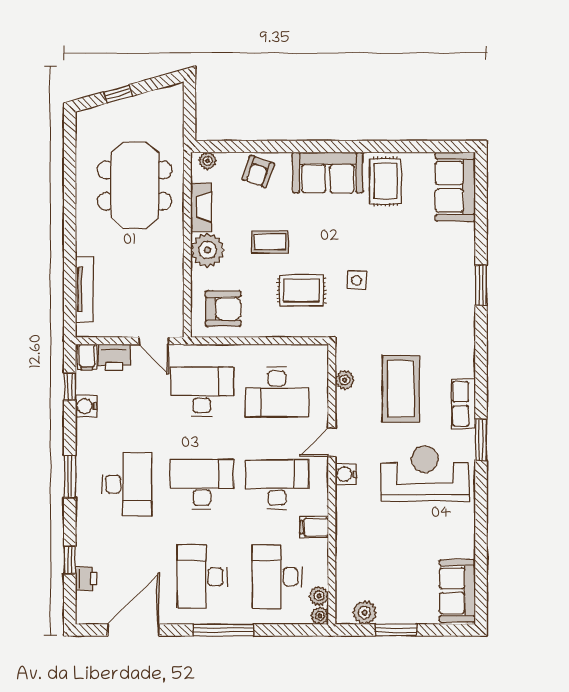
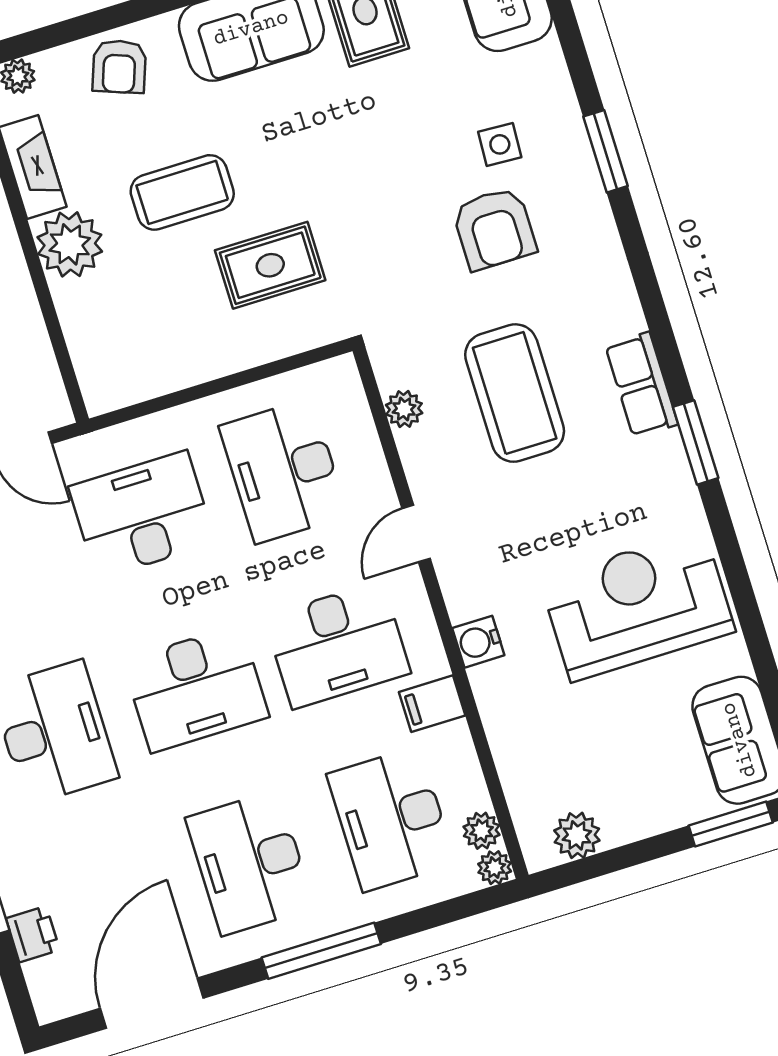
coffee table: (270, 242) -> (182, 192), width x1.36, depth x1.30
side table: (357, 280) -> (500, 144), moved
armchair: (223, 309) -> (494, 229), moved, turned 90
desk: (277, 392) -> (283, 471), turned 90
water cooler: (346, 474) -> (478, 642), moved
reception desk: (425, 474) -> (637, 605), moved
desk: (202, 484) -> (196, 689), turned 180
desk: (277, 484) -> (337, 645), turned 180
window: (396, 630) -> (731, 824), moved

